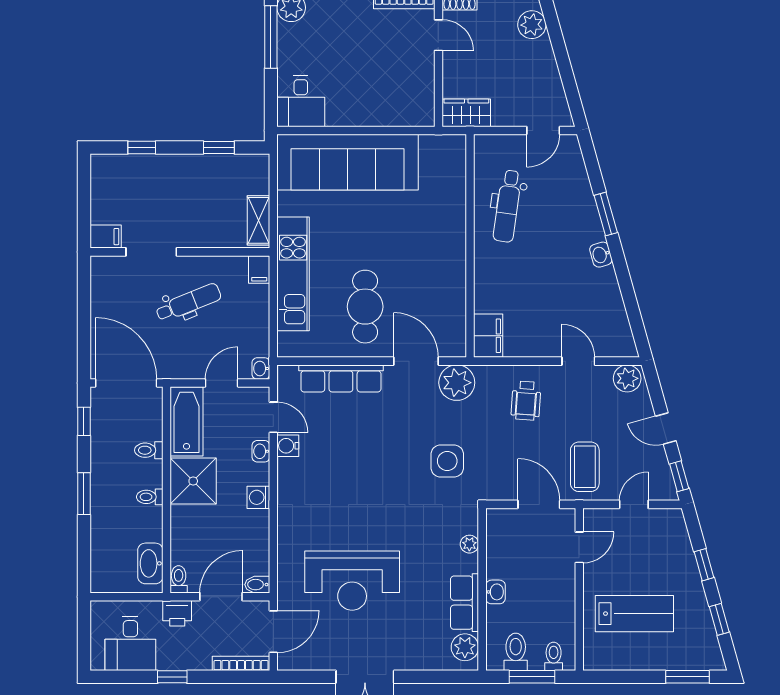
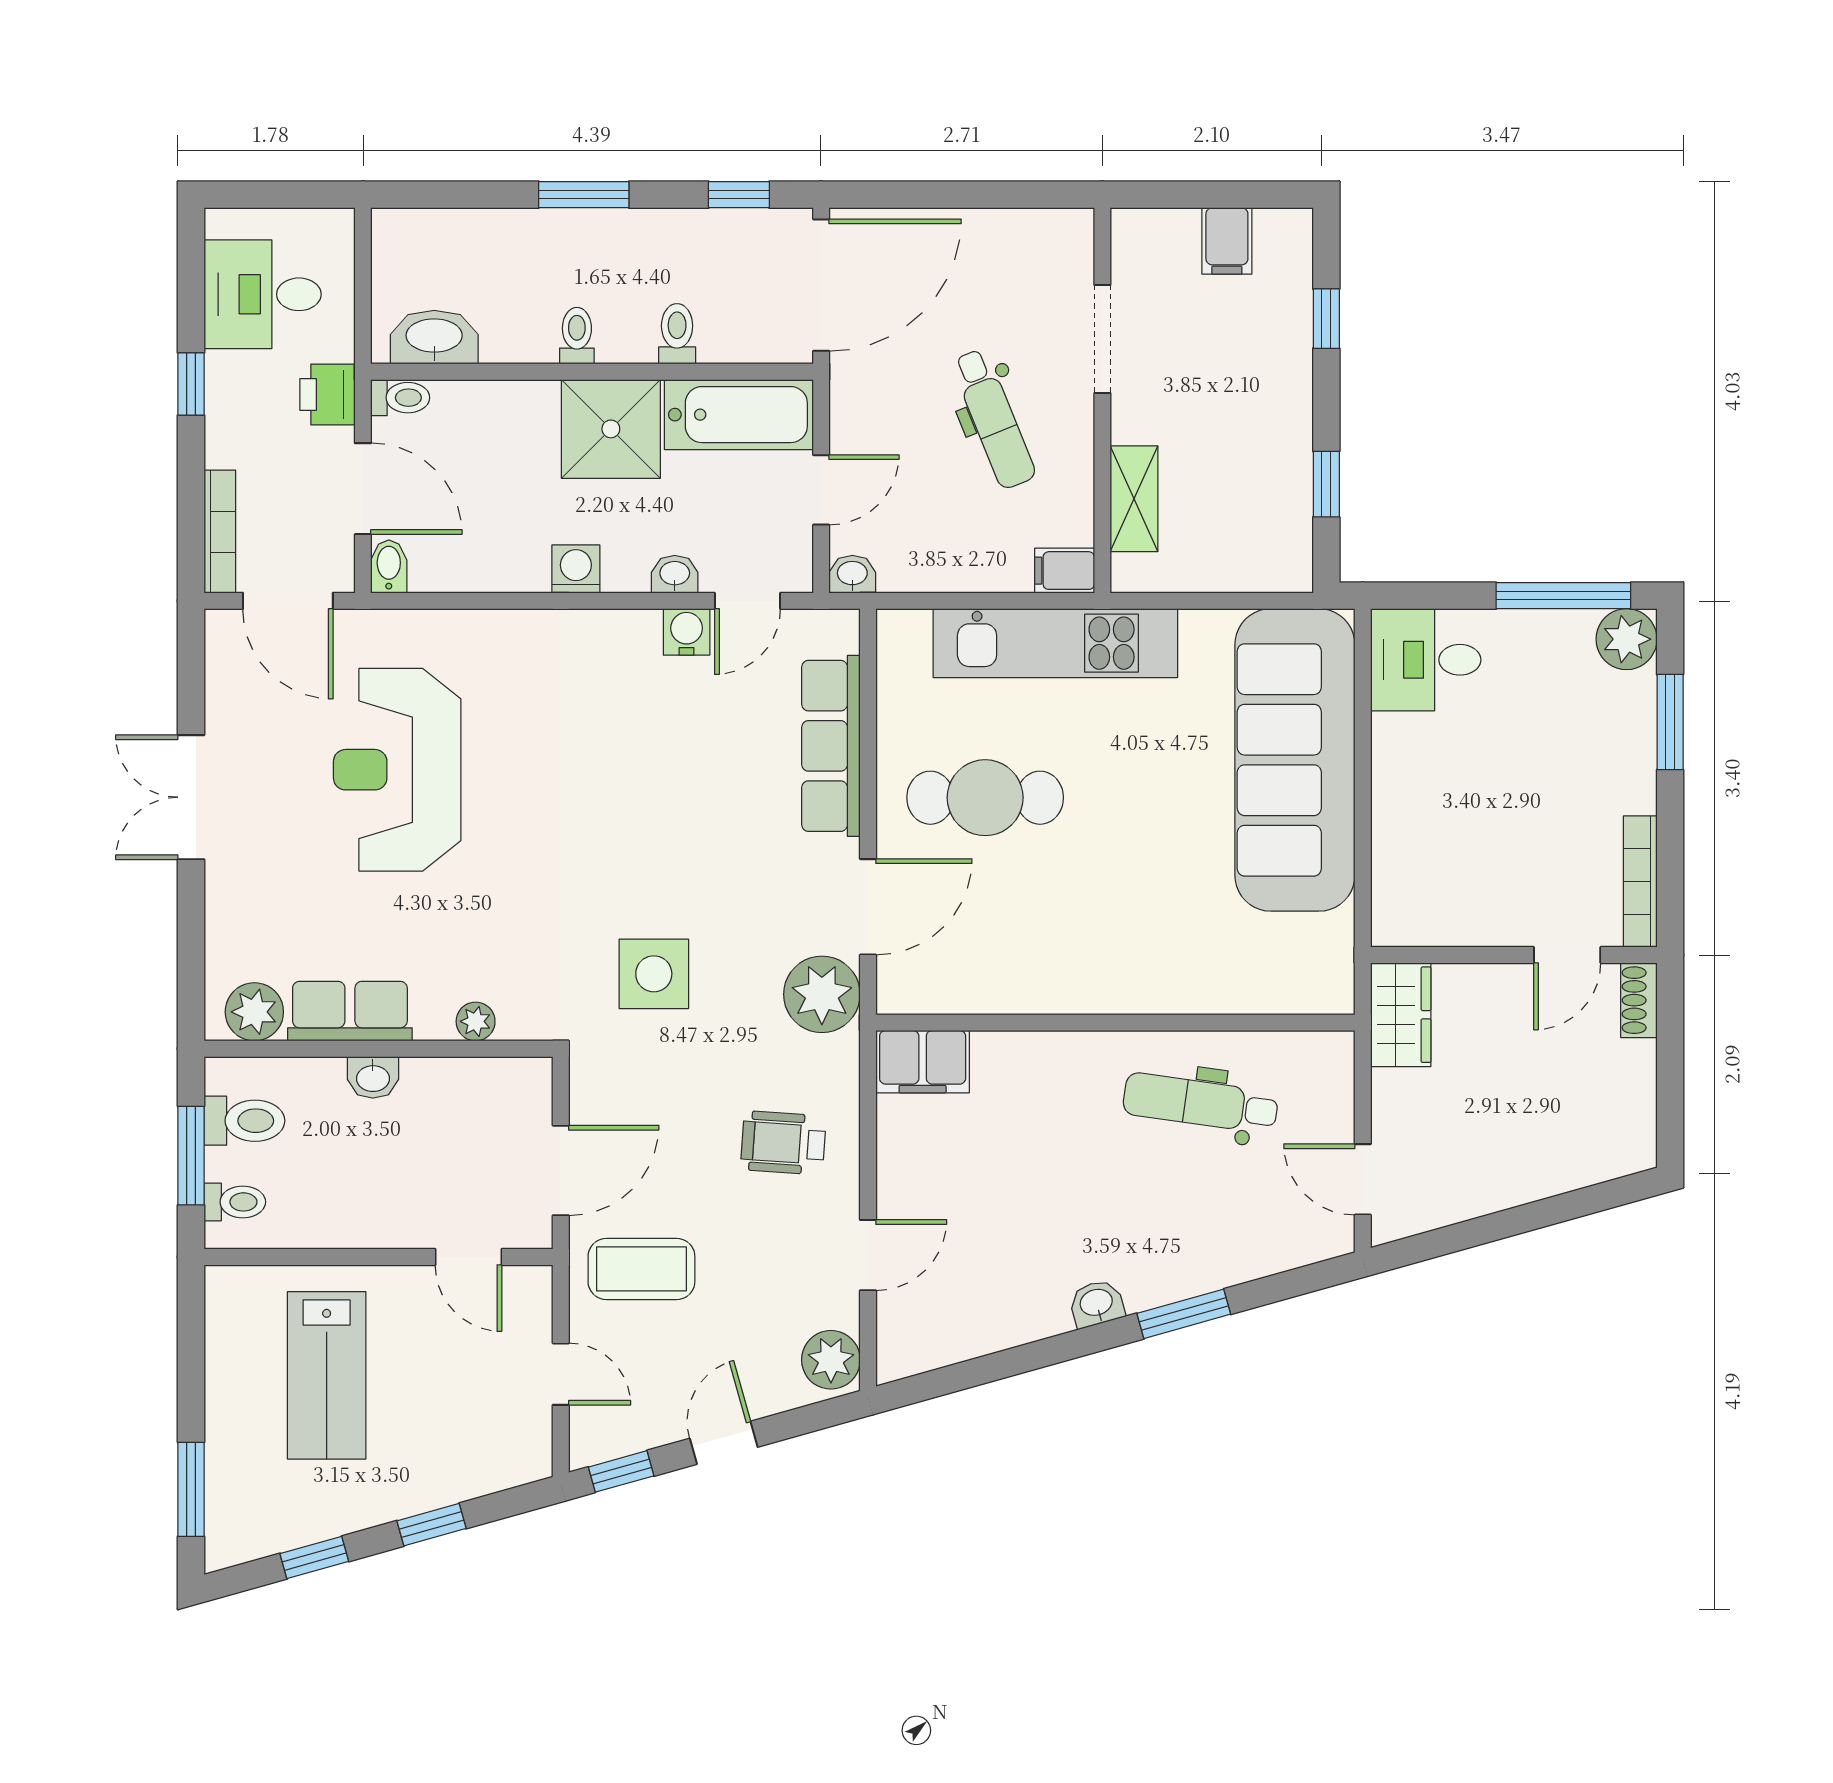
plant: (532, 25) -> (1590, 1155), removed
shelving: (259, 220) -> (1134, 499), moved, turned 90
filing cabinet: (106, 237) -> (1227, 241), moved
door: (222, 383) -> (821, 490), hinge flipped

